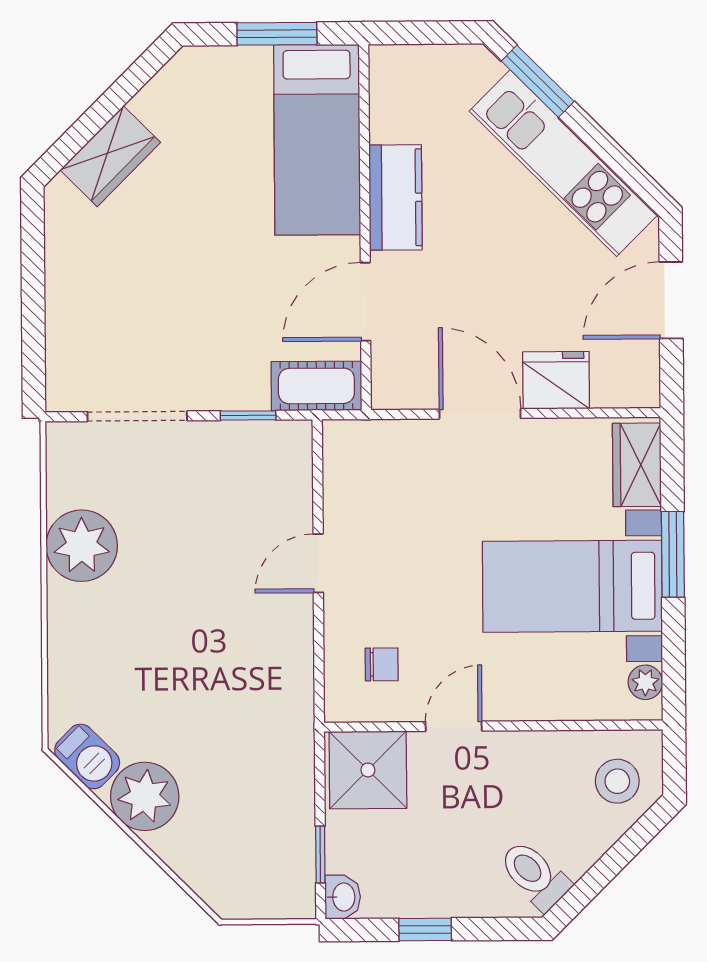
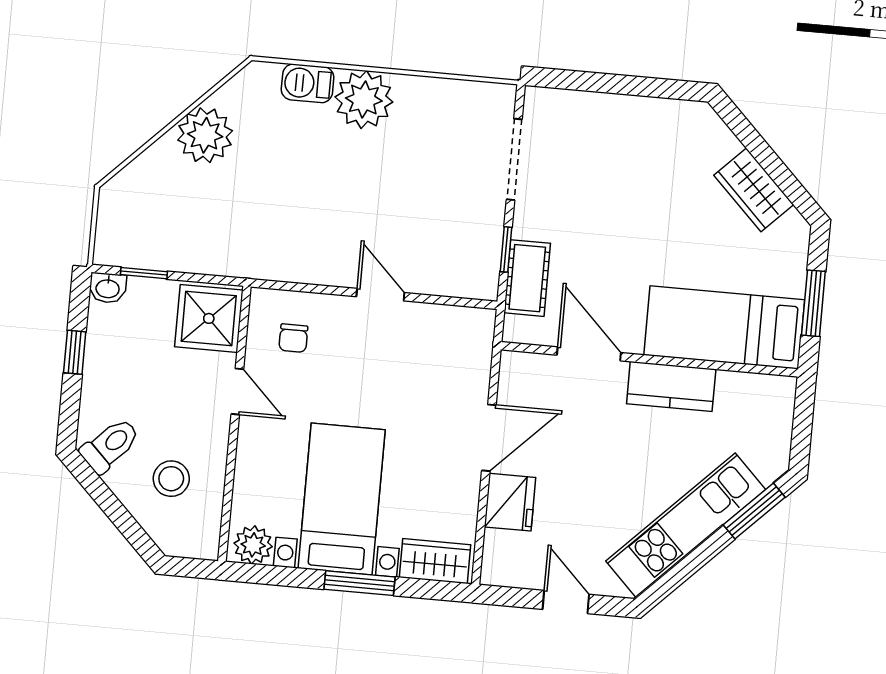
wardrobe: (110, 156) -> (754, 190), moved
door: (671, 300) -> (566, 602), width x0.73
cot: (316, 386) -> (527, 278), moved
plant: (82, 546) -> (364, 100), moved
plant: (645, 682) -> (253, 545), width x1.38, depth x1.38
barbecue: (87, 756) -> (308, 83), moved, turned 45
stool: (617, 781) -> (171, 479), moved

